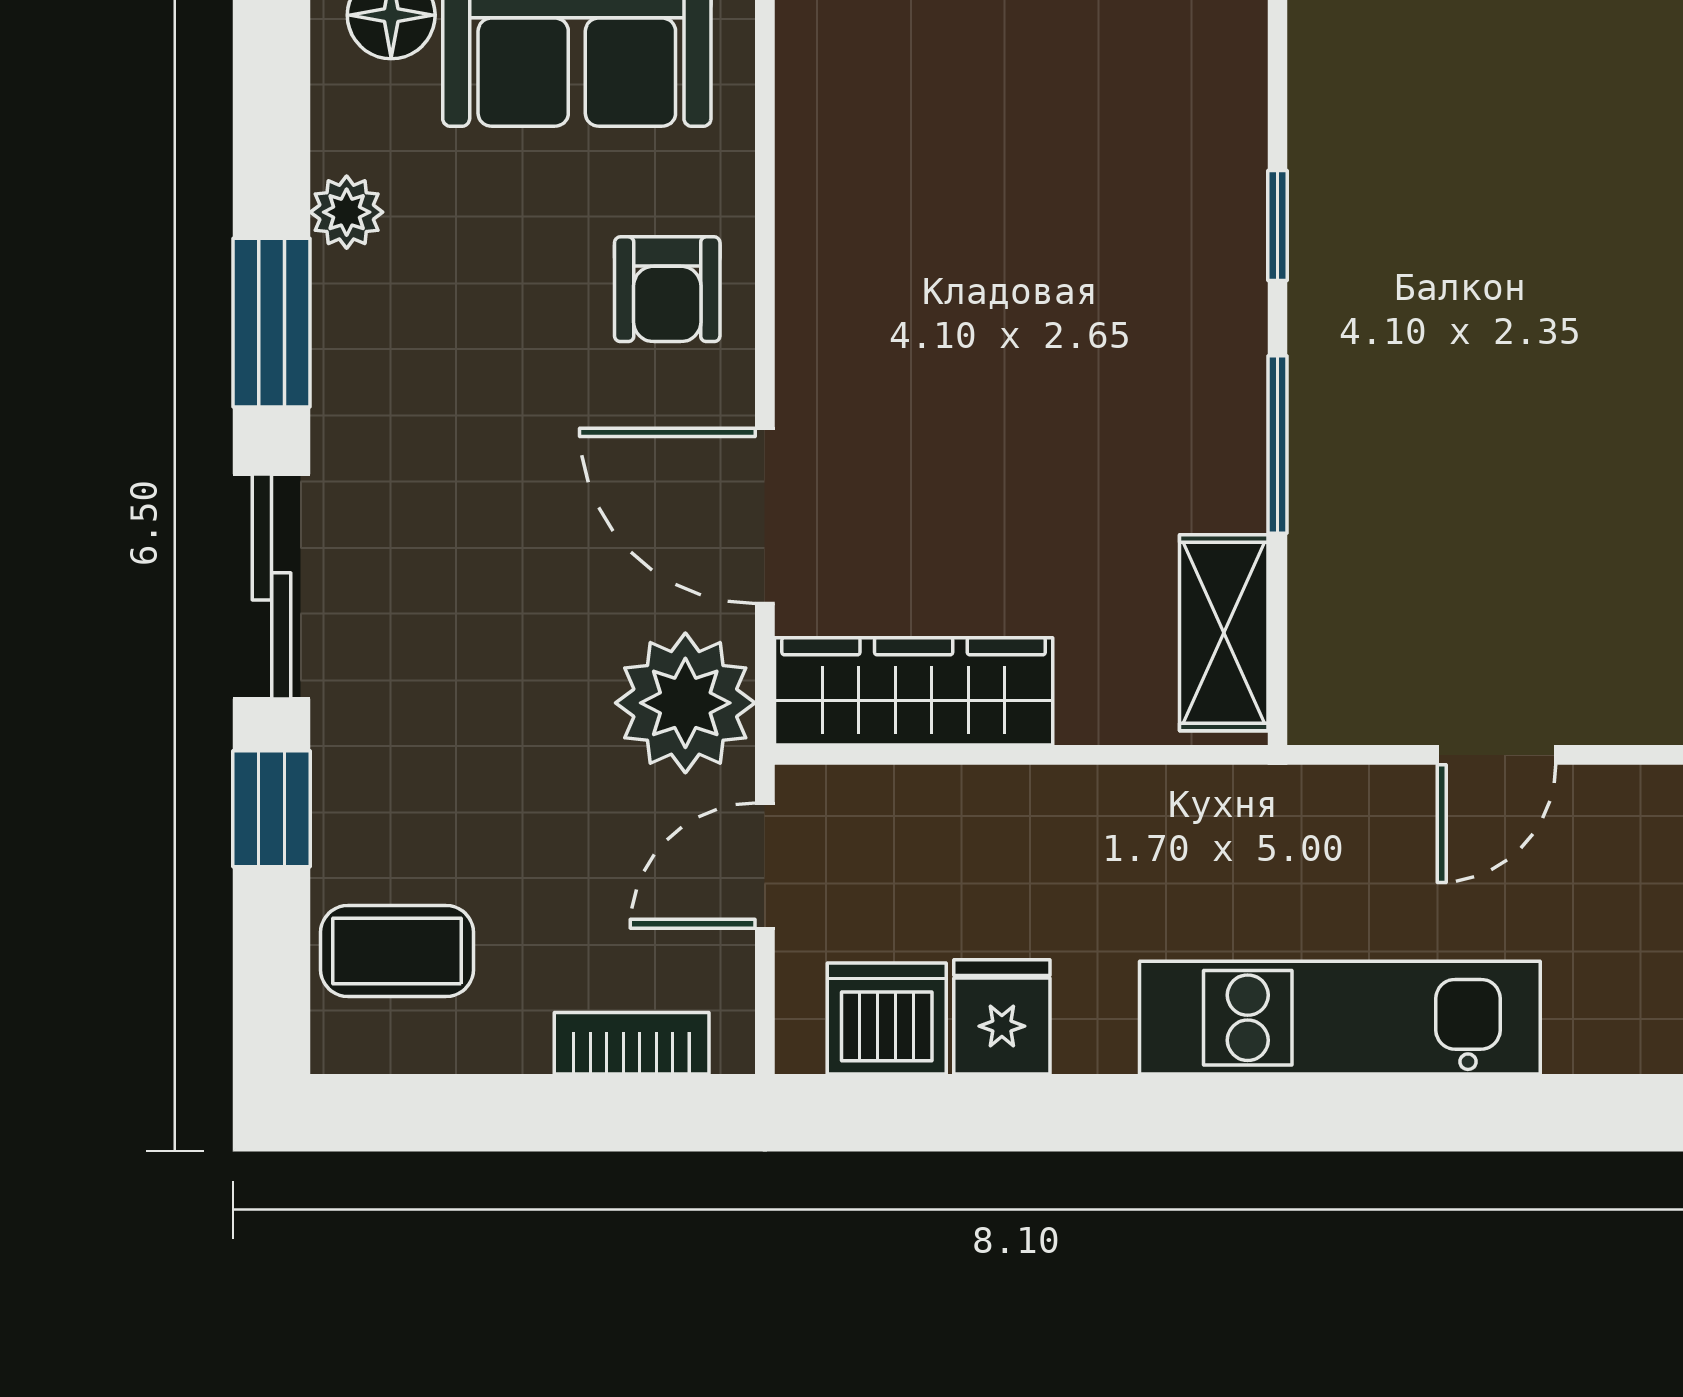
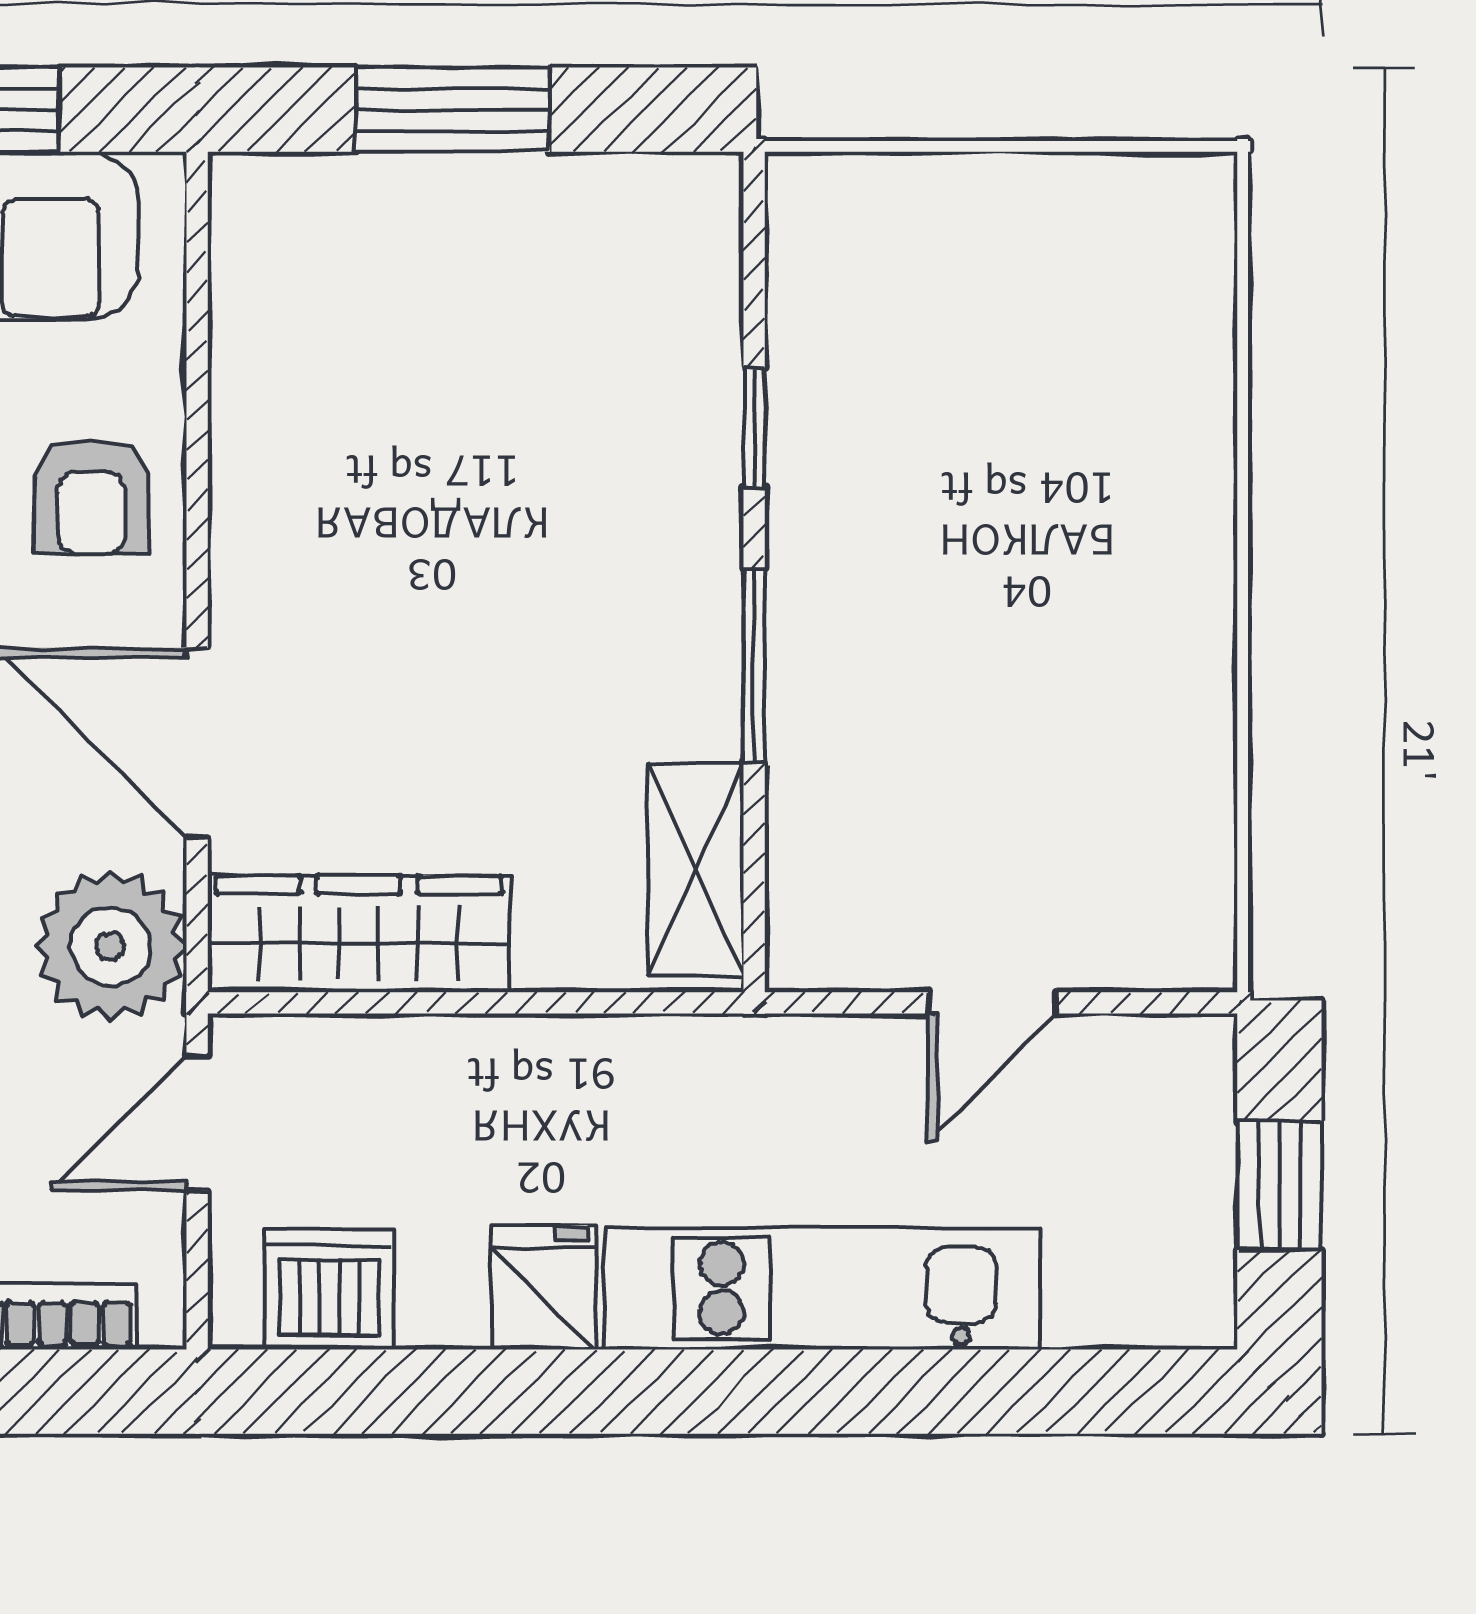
fridge: (1002, 1017) -> (544, 1287), moved

